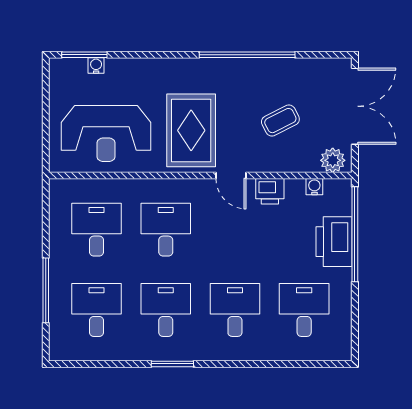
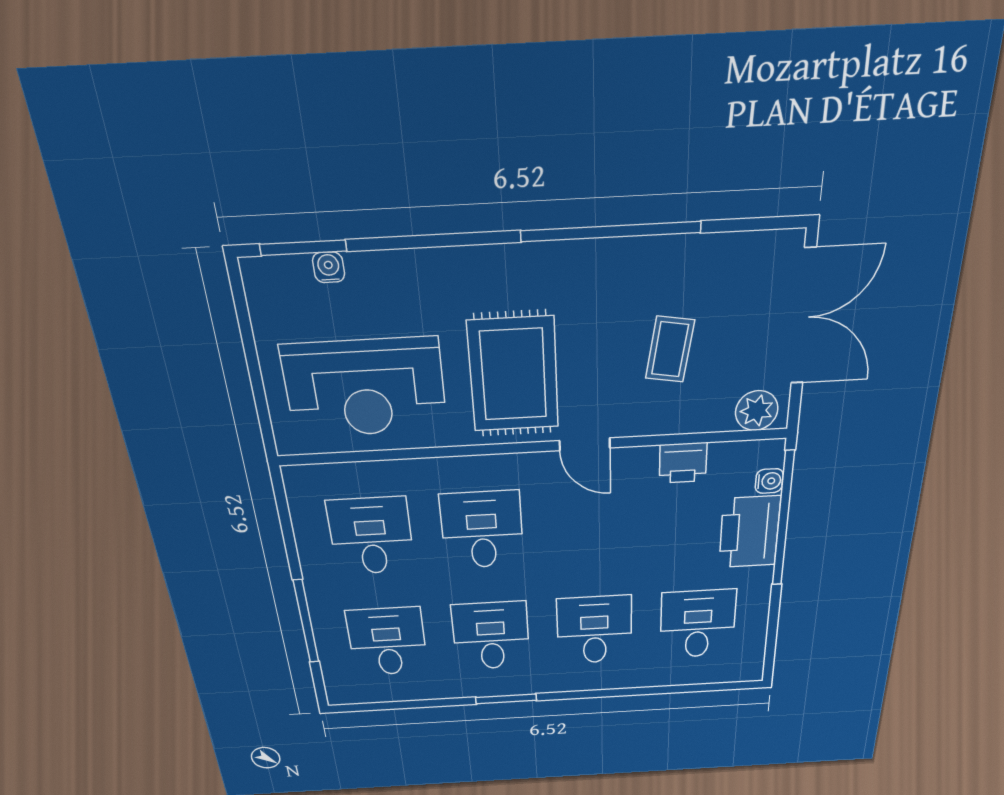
coffee table: (280, 121) -> (670, 349), turned -54
water cooler: (314, 187) -> (769, 481), moved, turned 90
printer: (270, 191) -> (683, 463), moved

